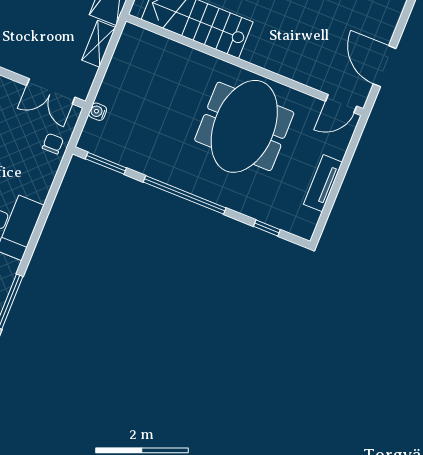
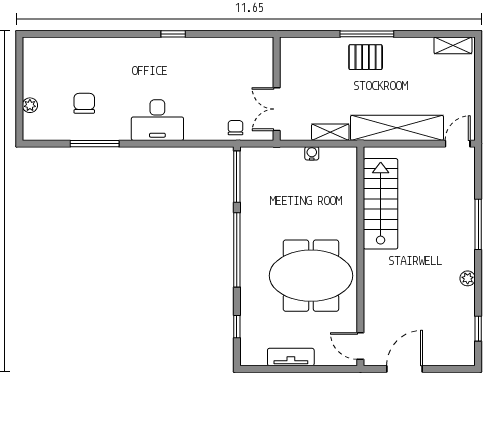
water cooler: (98, 112) -> (312, 153), moved
chair: (53, 144) -> (235, 128), turned -90
window: (106, 163) -> (237, 177), width x1.44

